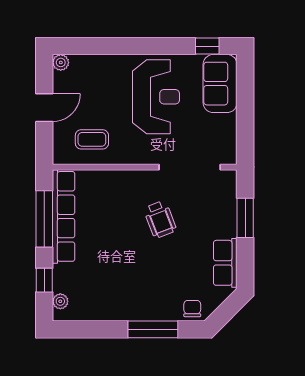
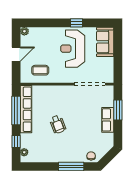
window: (207, 46) -> (77, 23), moved
reception desk: (156, 97) -> (73, 49), turned 180
wheelchair: (160, 219) -> (58, 124), moved
row of seats: (225, 263) -> (108, 120), moved

